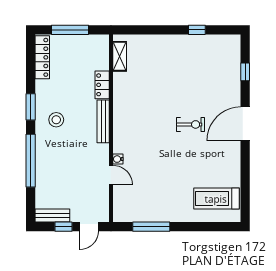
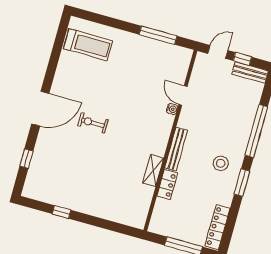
shelving: (120, 56) -> (153, 170), moved

